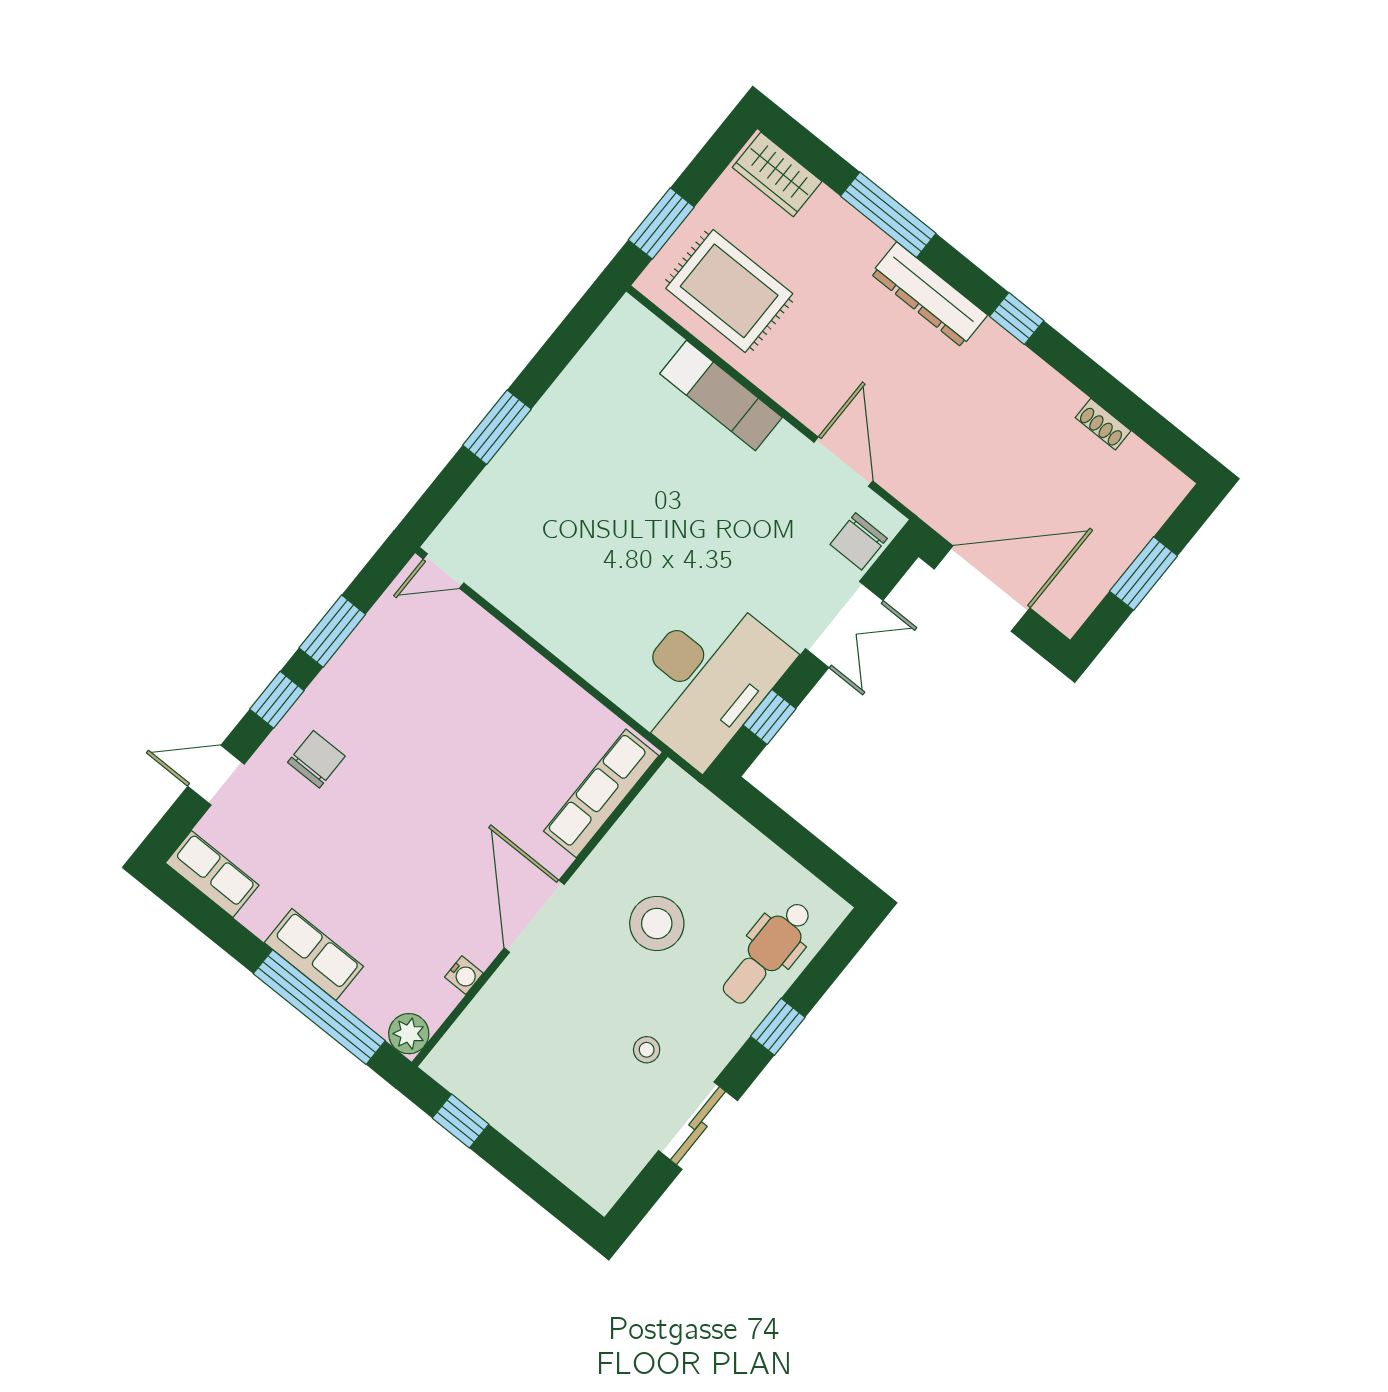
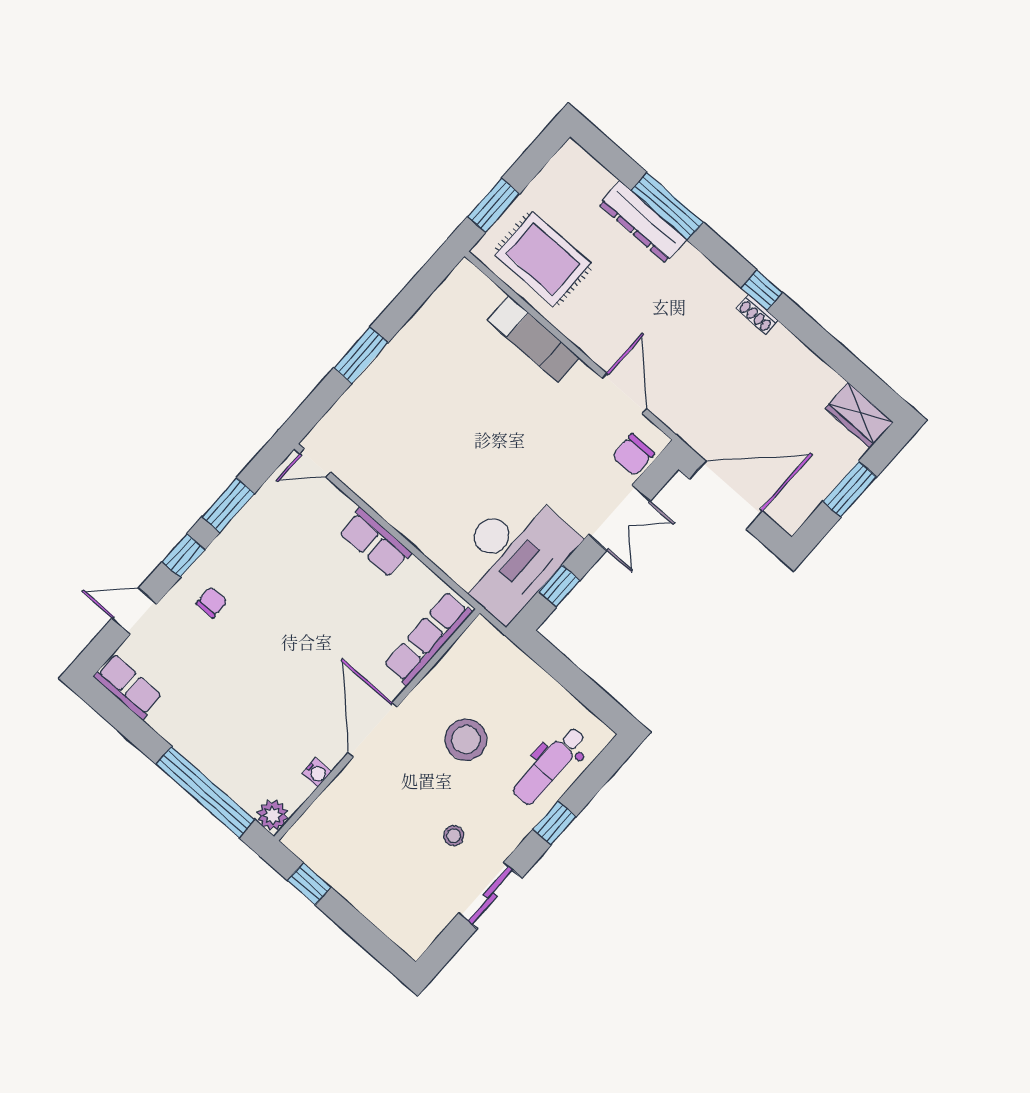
wardrobe: (777, 174) -> (859, 415), moved
dresser: (929, 295) -> (643, 222), moved
shoe rack: (1103, 424) -> (757, 314), moved
chair: (316, 759) -> (212, 602), width x0.73, depth x0.73
row of seats: (314, 955) -> (375, 543), moved, turned 180

